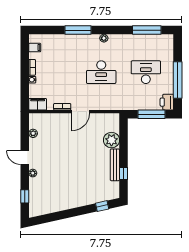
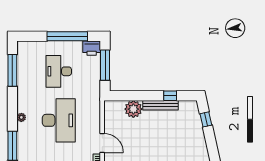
desk: (101, 72) -> (59, 120), width x1.36, depth x1.30

